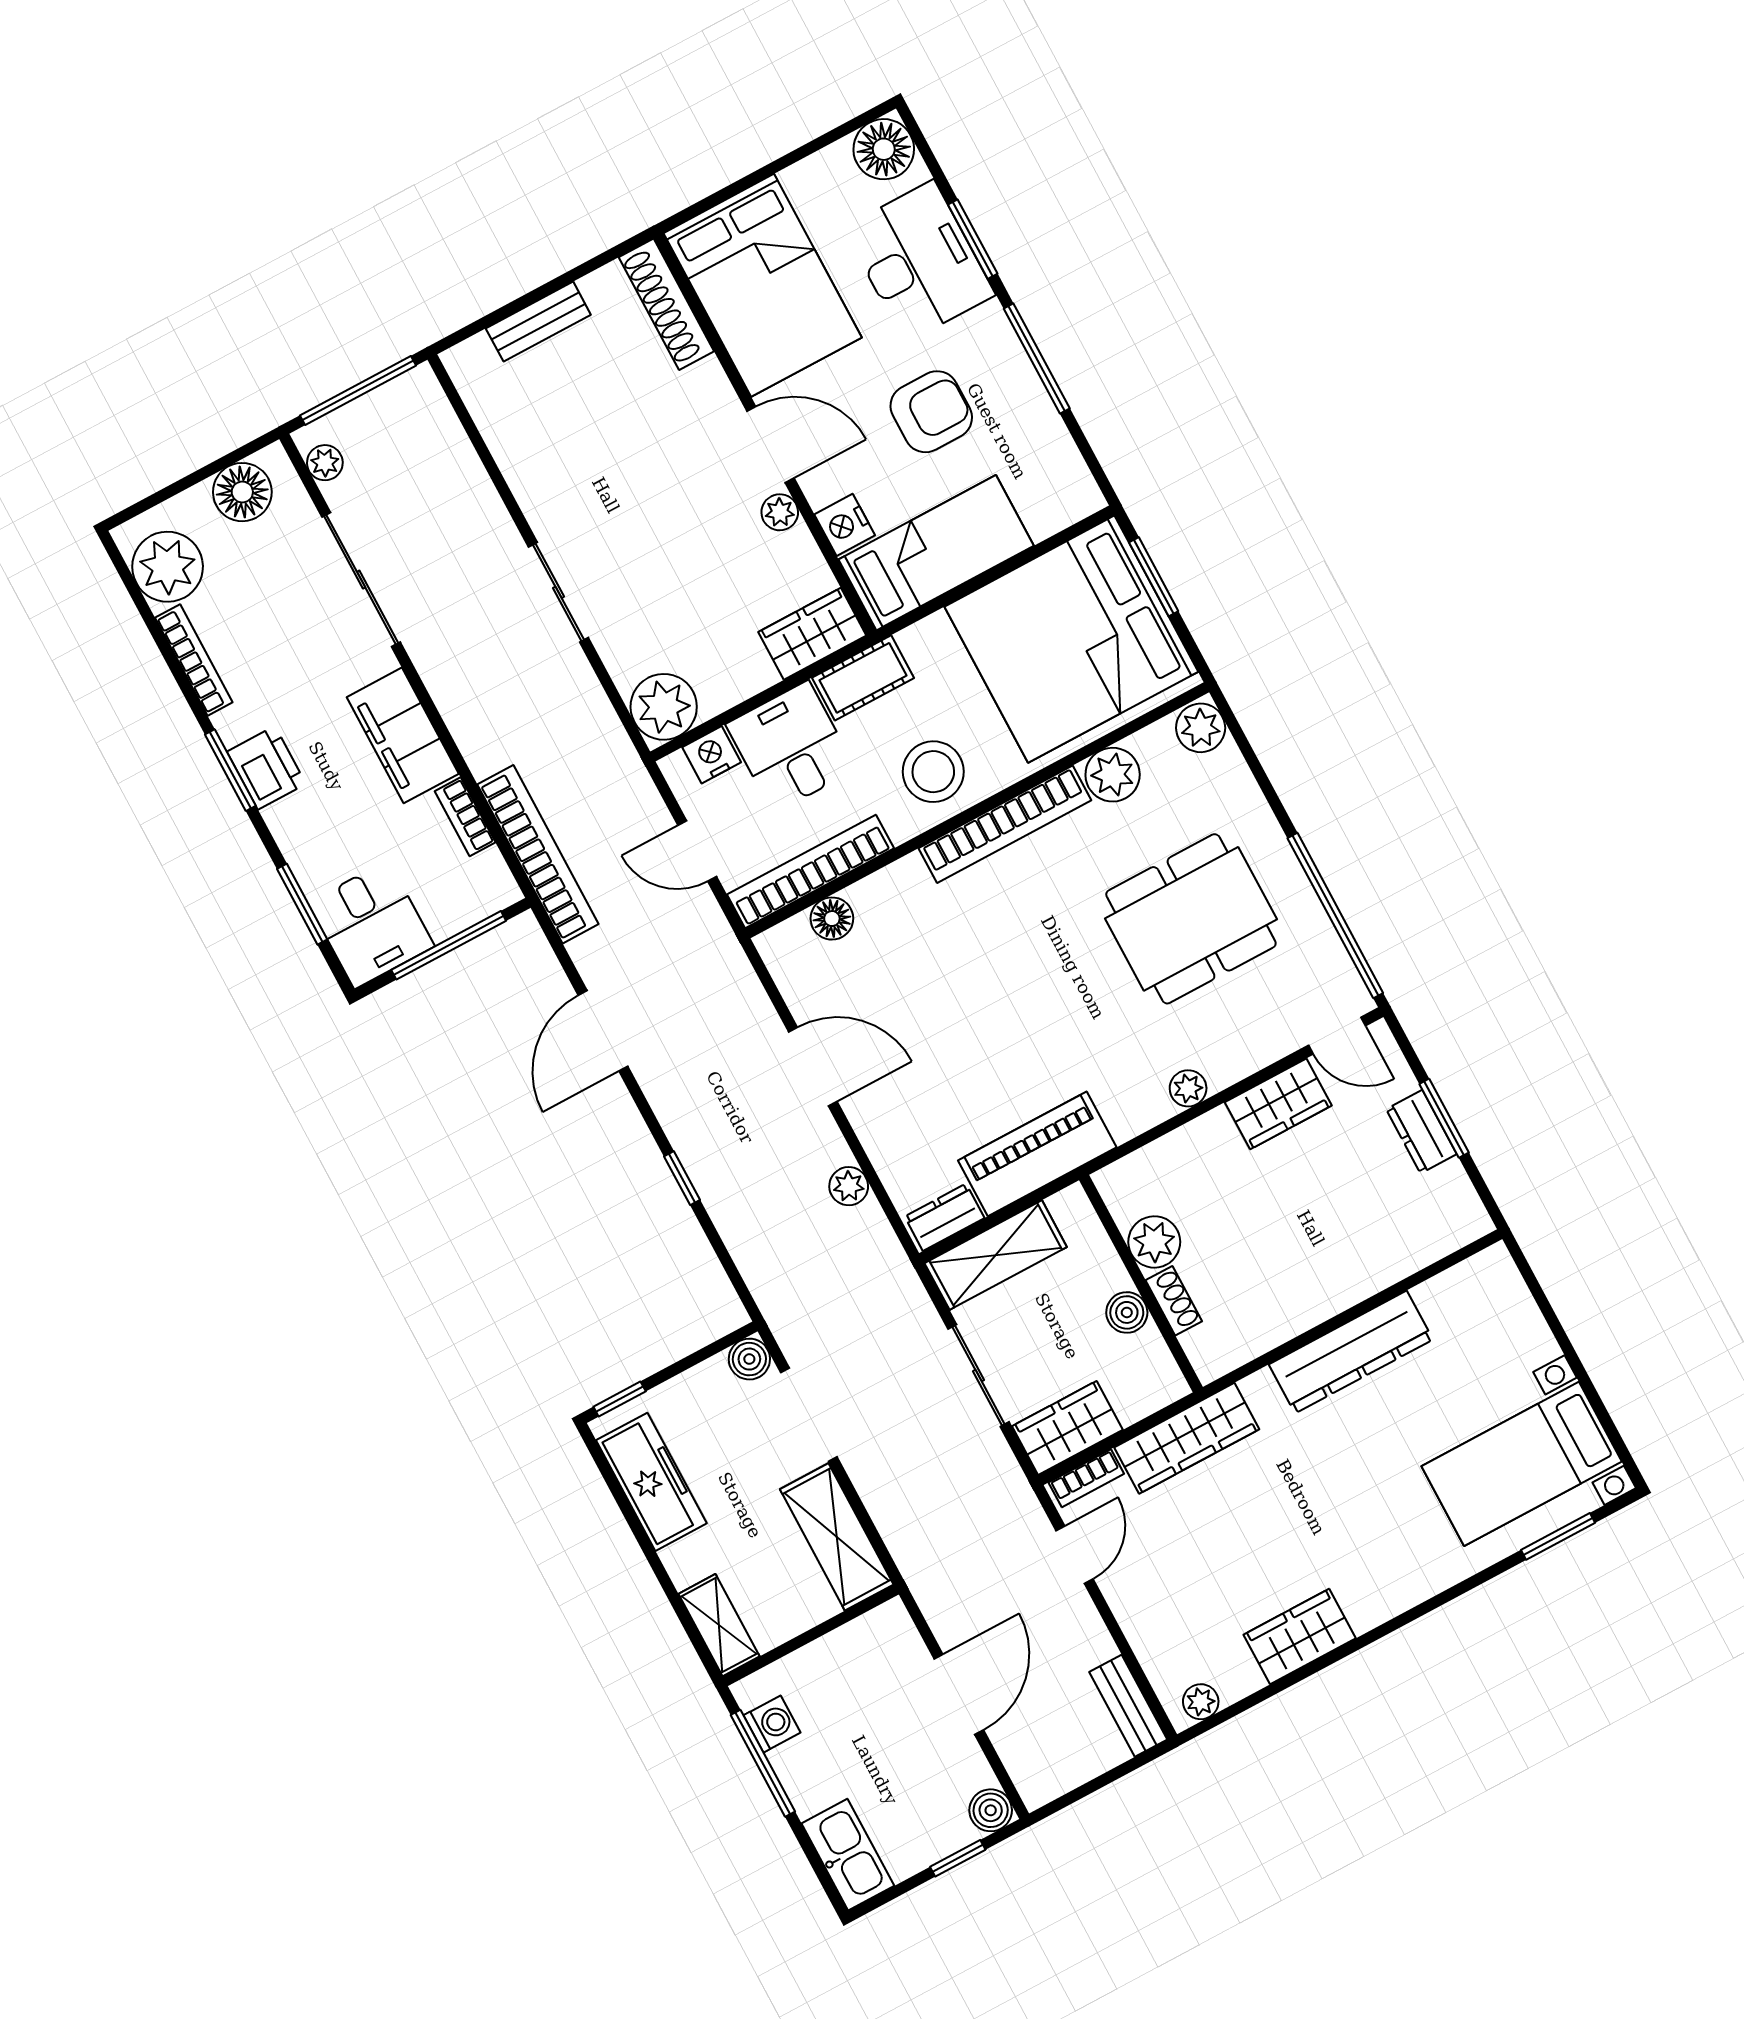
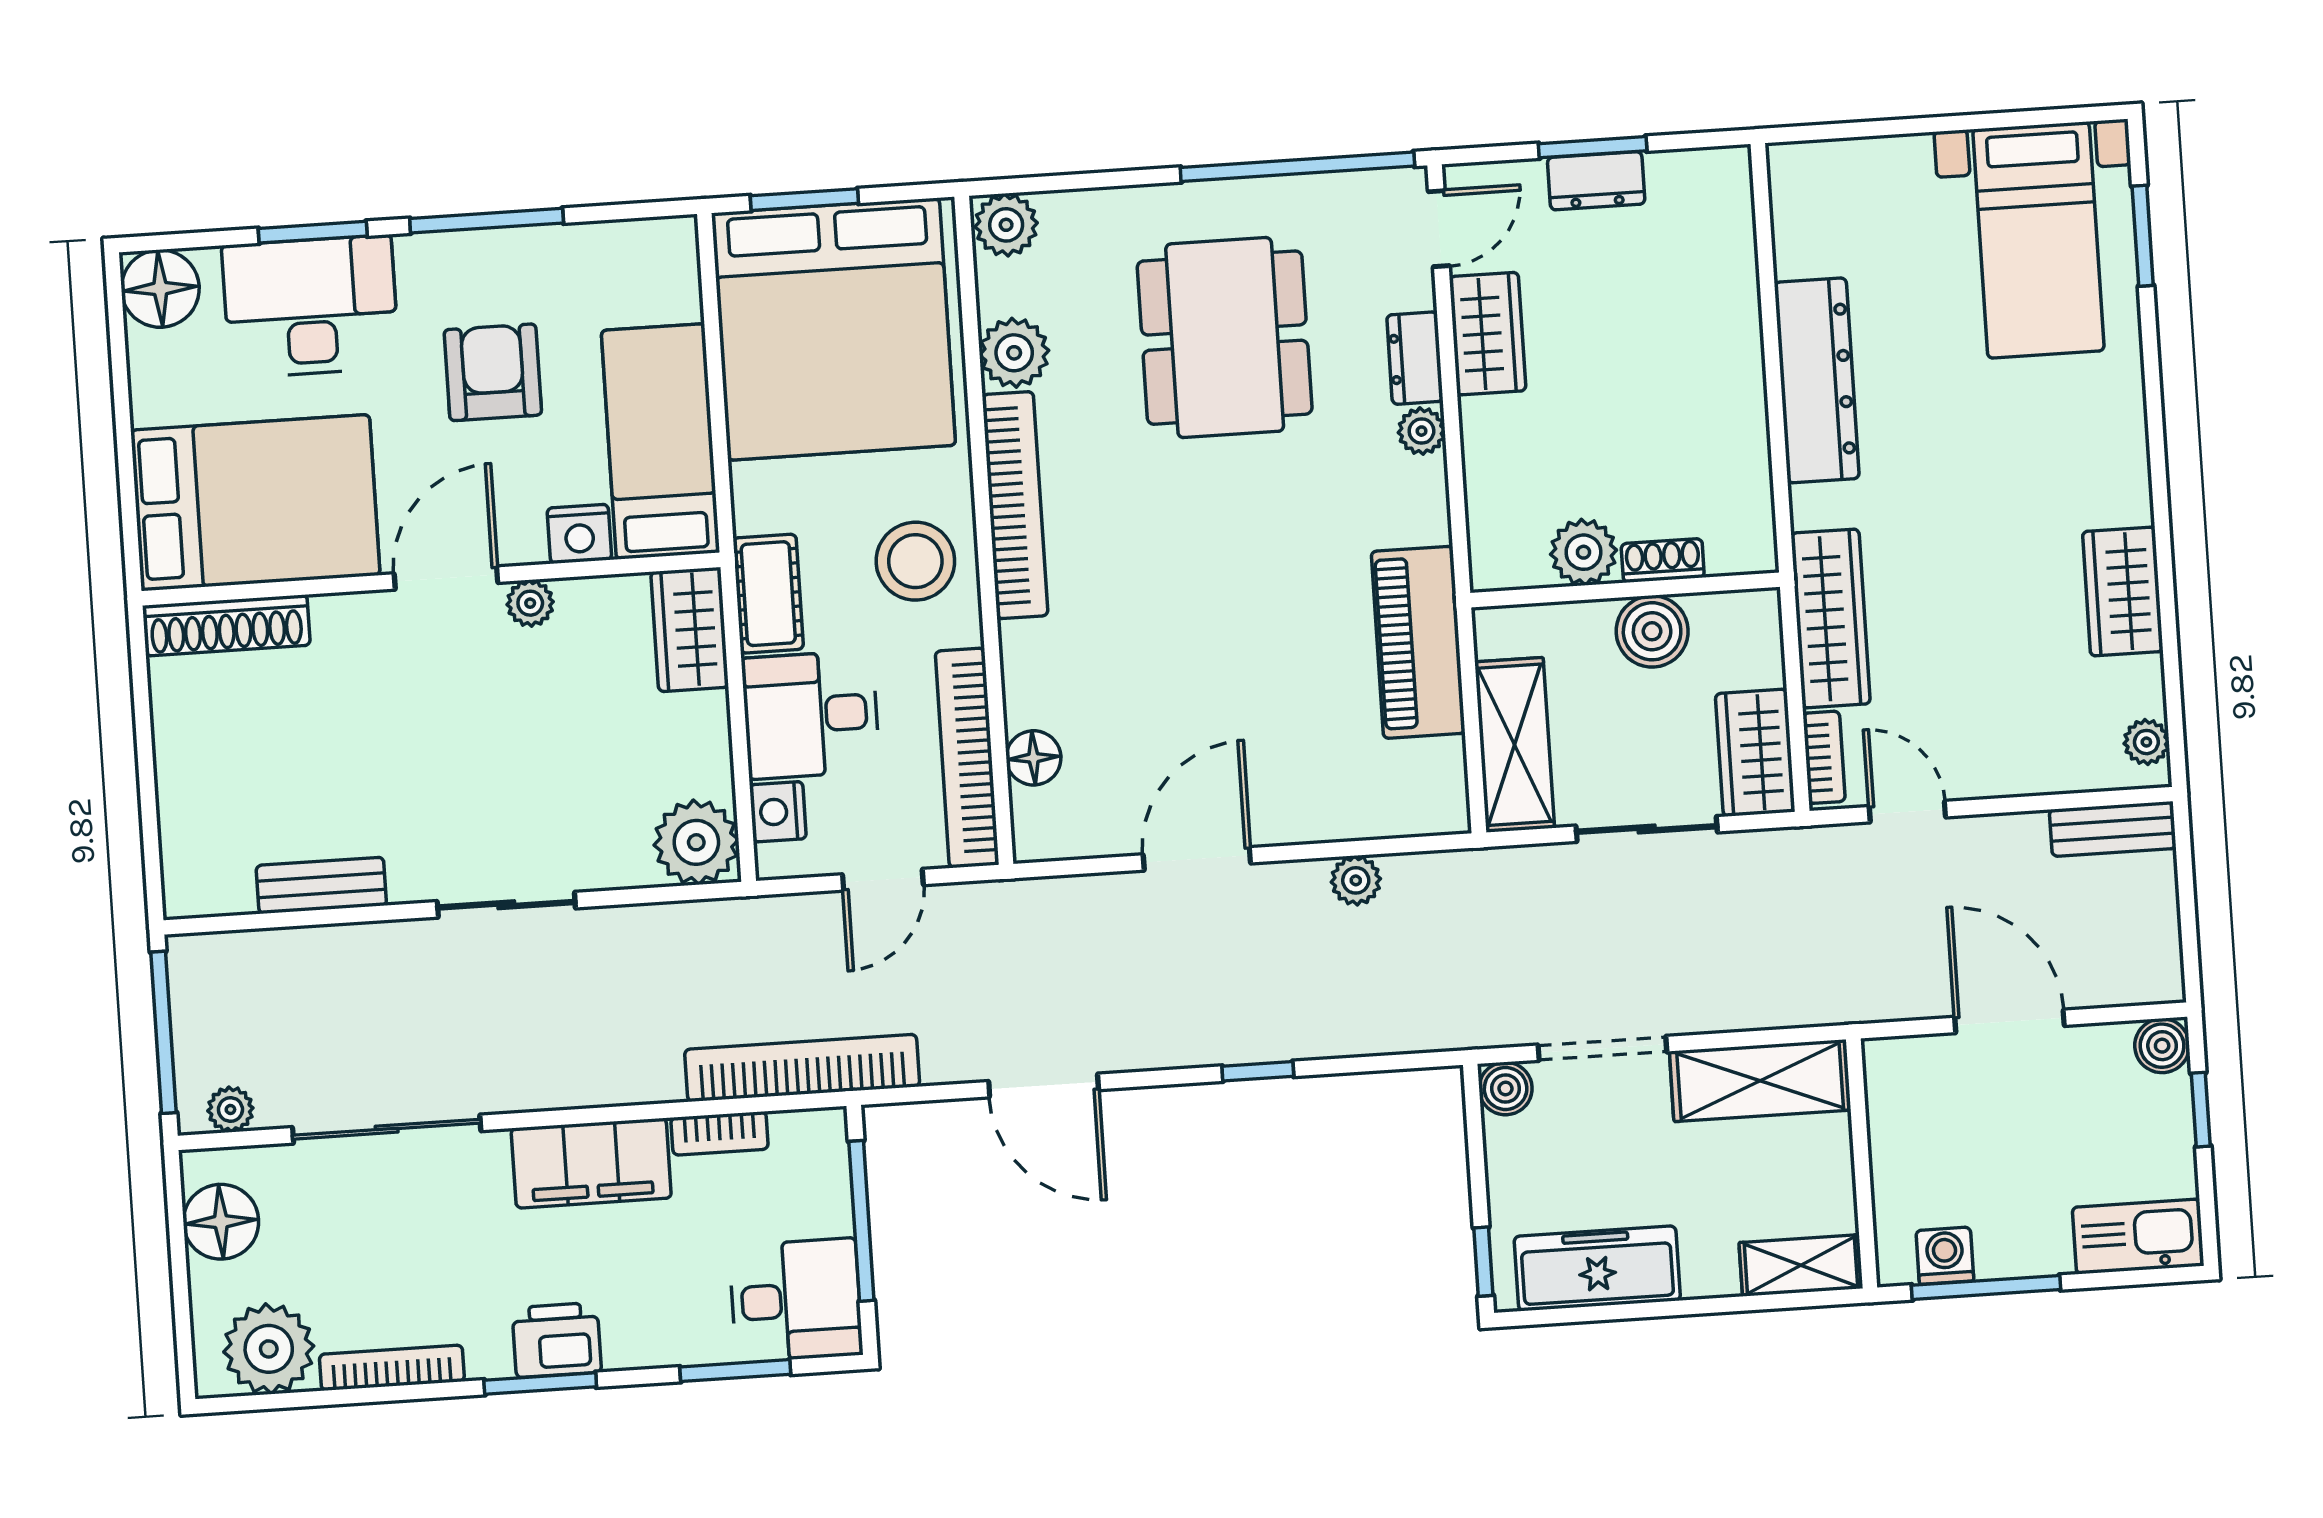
bench: (538, 322) -> (321, 885), moved, turned 90
dresser: (945, 1217) -> (1415, 358), moved
boiler: (1127, 1312) -> (1652, 631), width x1.36, depth x1.36

